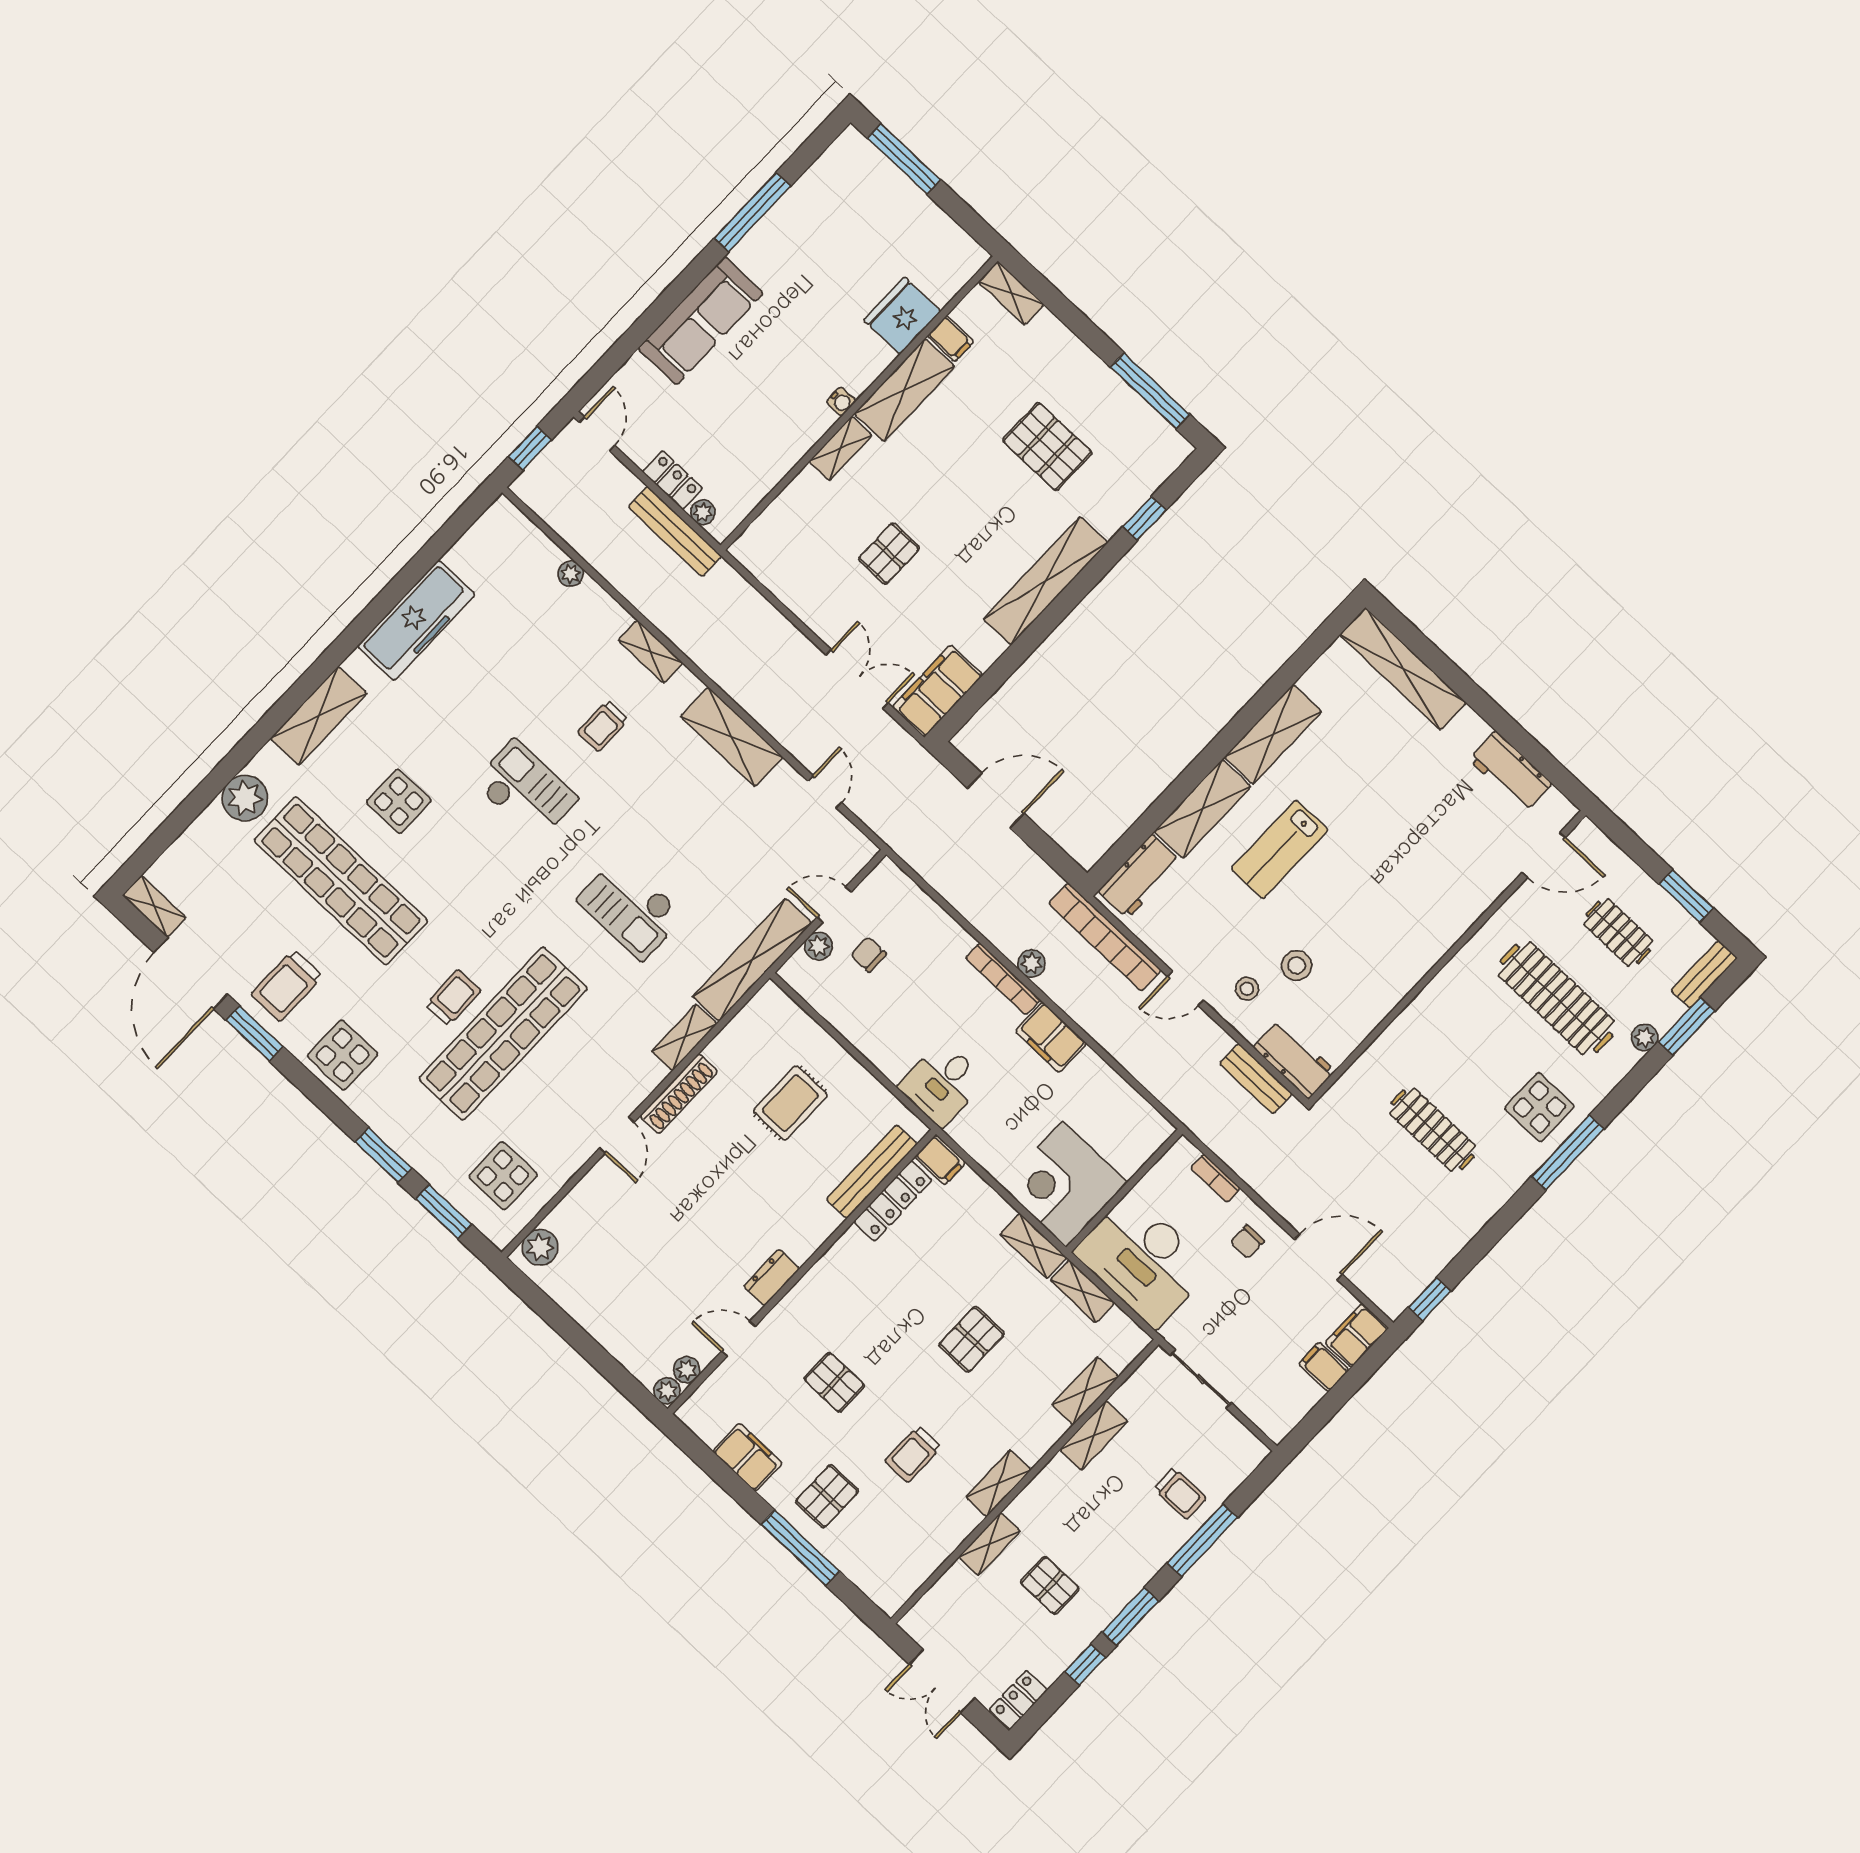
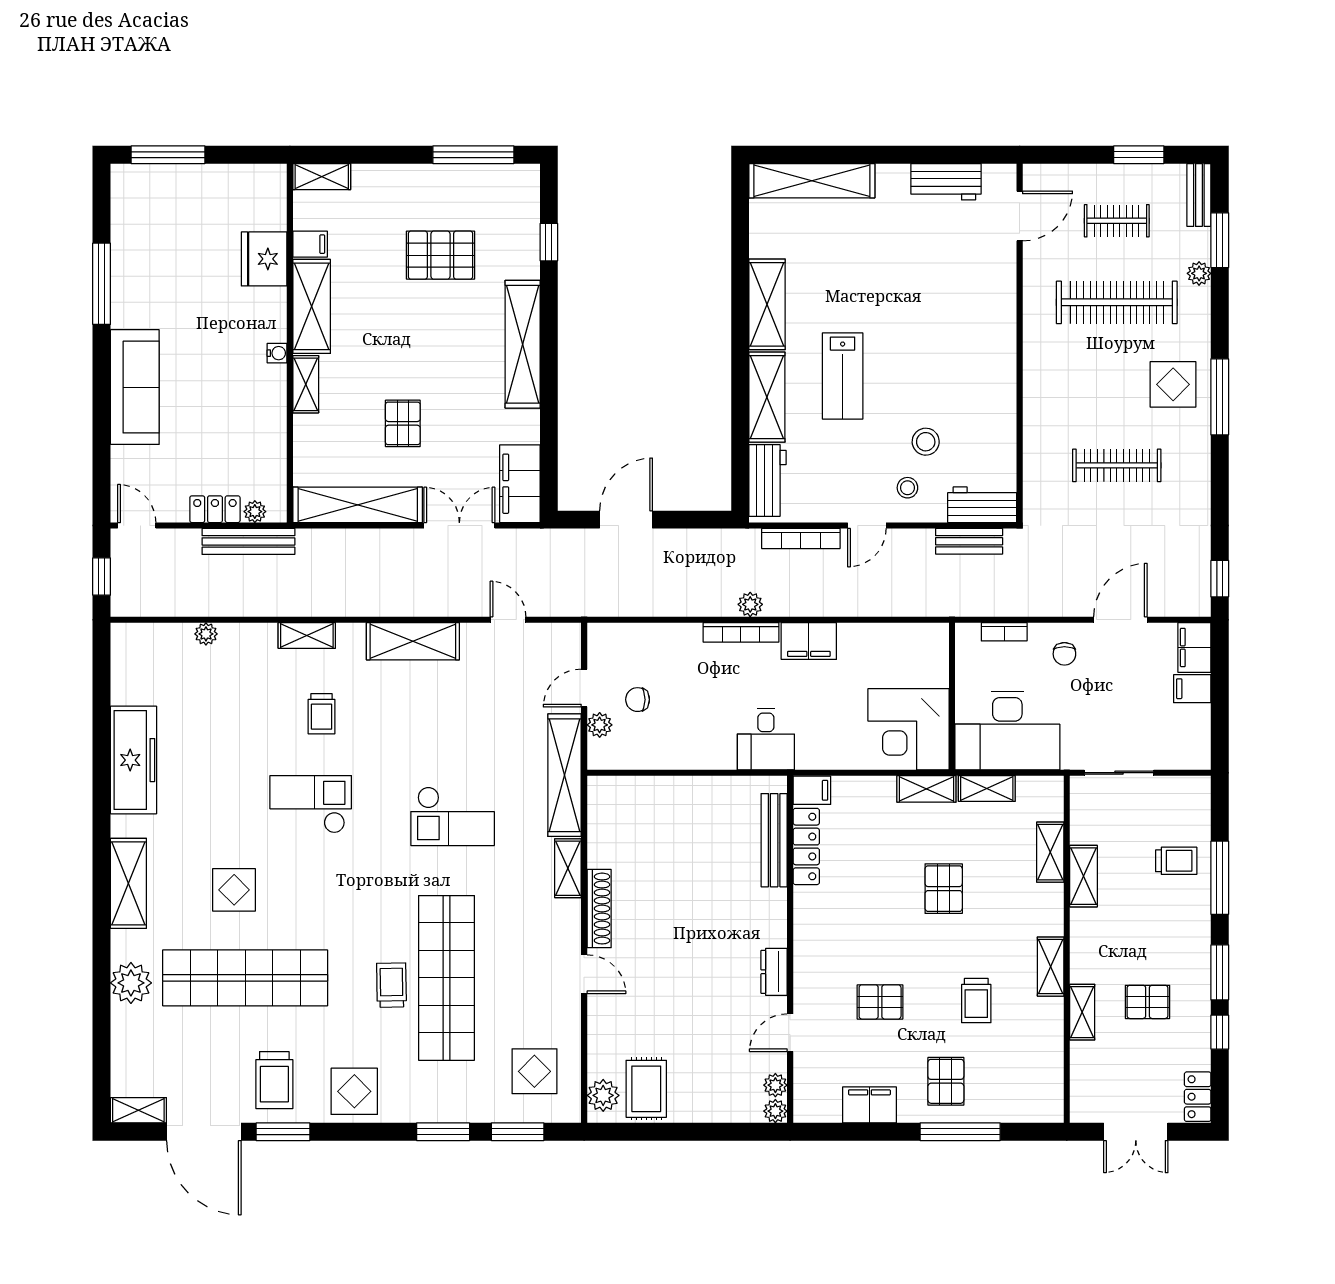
shelving: (791, 585) -> (358, 505), added
bookcase: (1105, 937) -> (801, 539), width x0.68, depth x0.76
rug: (790, 1103) -> (646, 1089), moved

